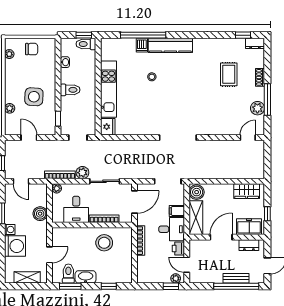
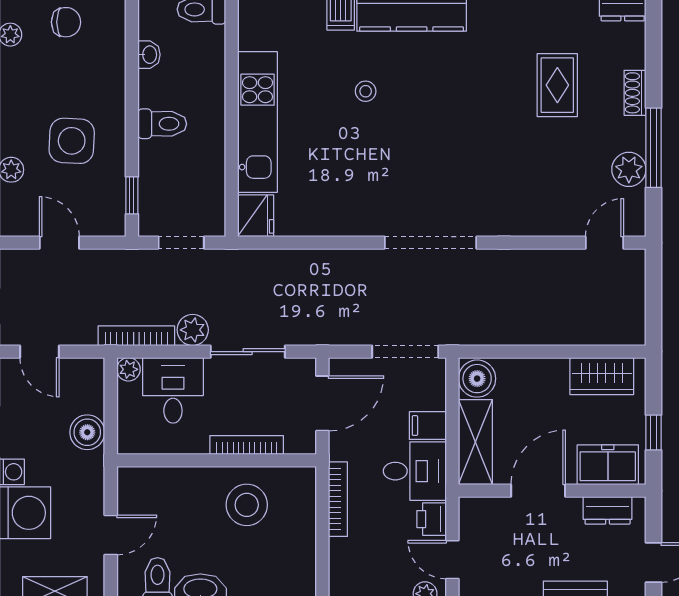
desk: (76, 209) -> (173, 390), moved, turned 180

